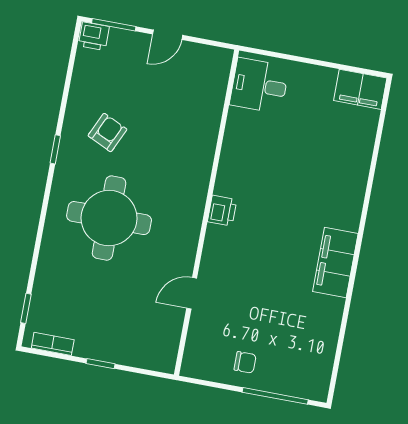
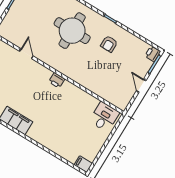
filing cabinet: (360, 89) -> (83, 164), width x0.50
armchair: (107, 133) -> (109, 44), turned 65

